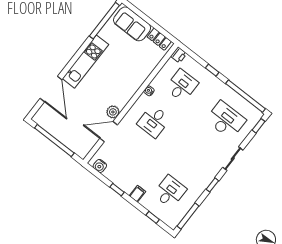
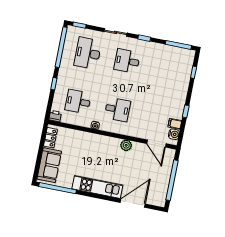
door: (109, 132) -> (156, 144), moved
desk: (170, 192) -> (127, 61), moved
filing cabinet: (137, 194) -> (175, 124), moved

